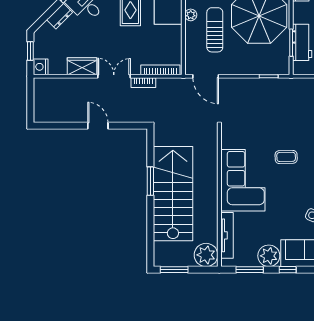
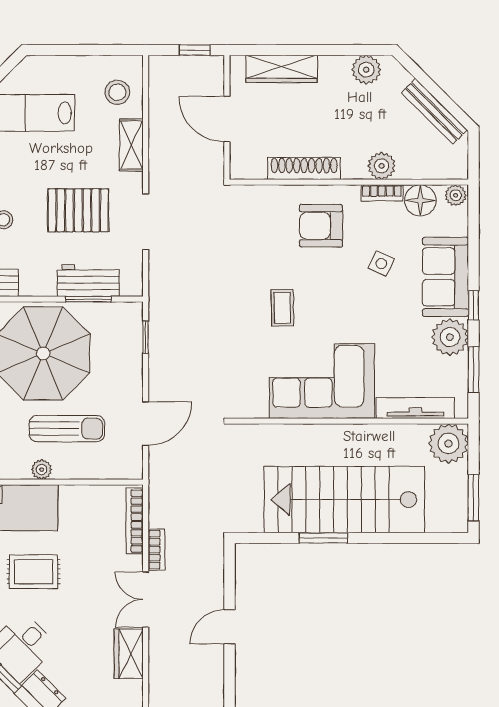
sun lounger: (215, 30) -> (67, 429), turned 180
door: (206, 76) -> (146, 424), moved

